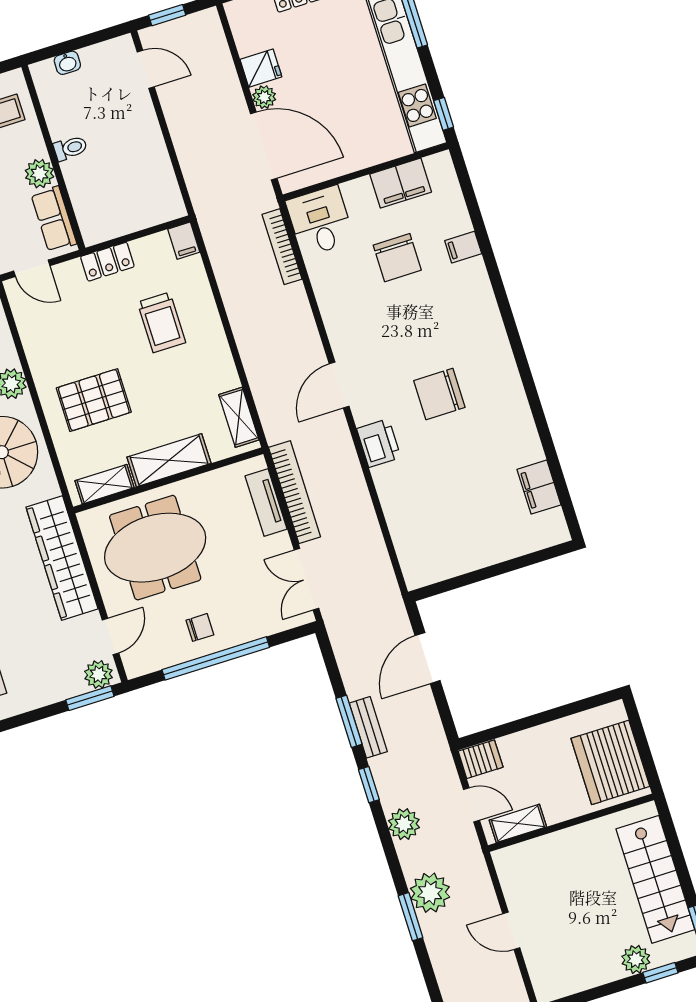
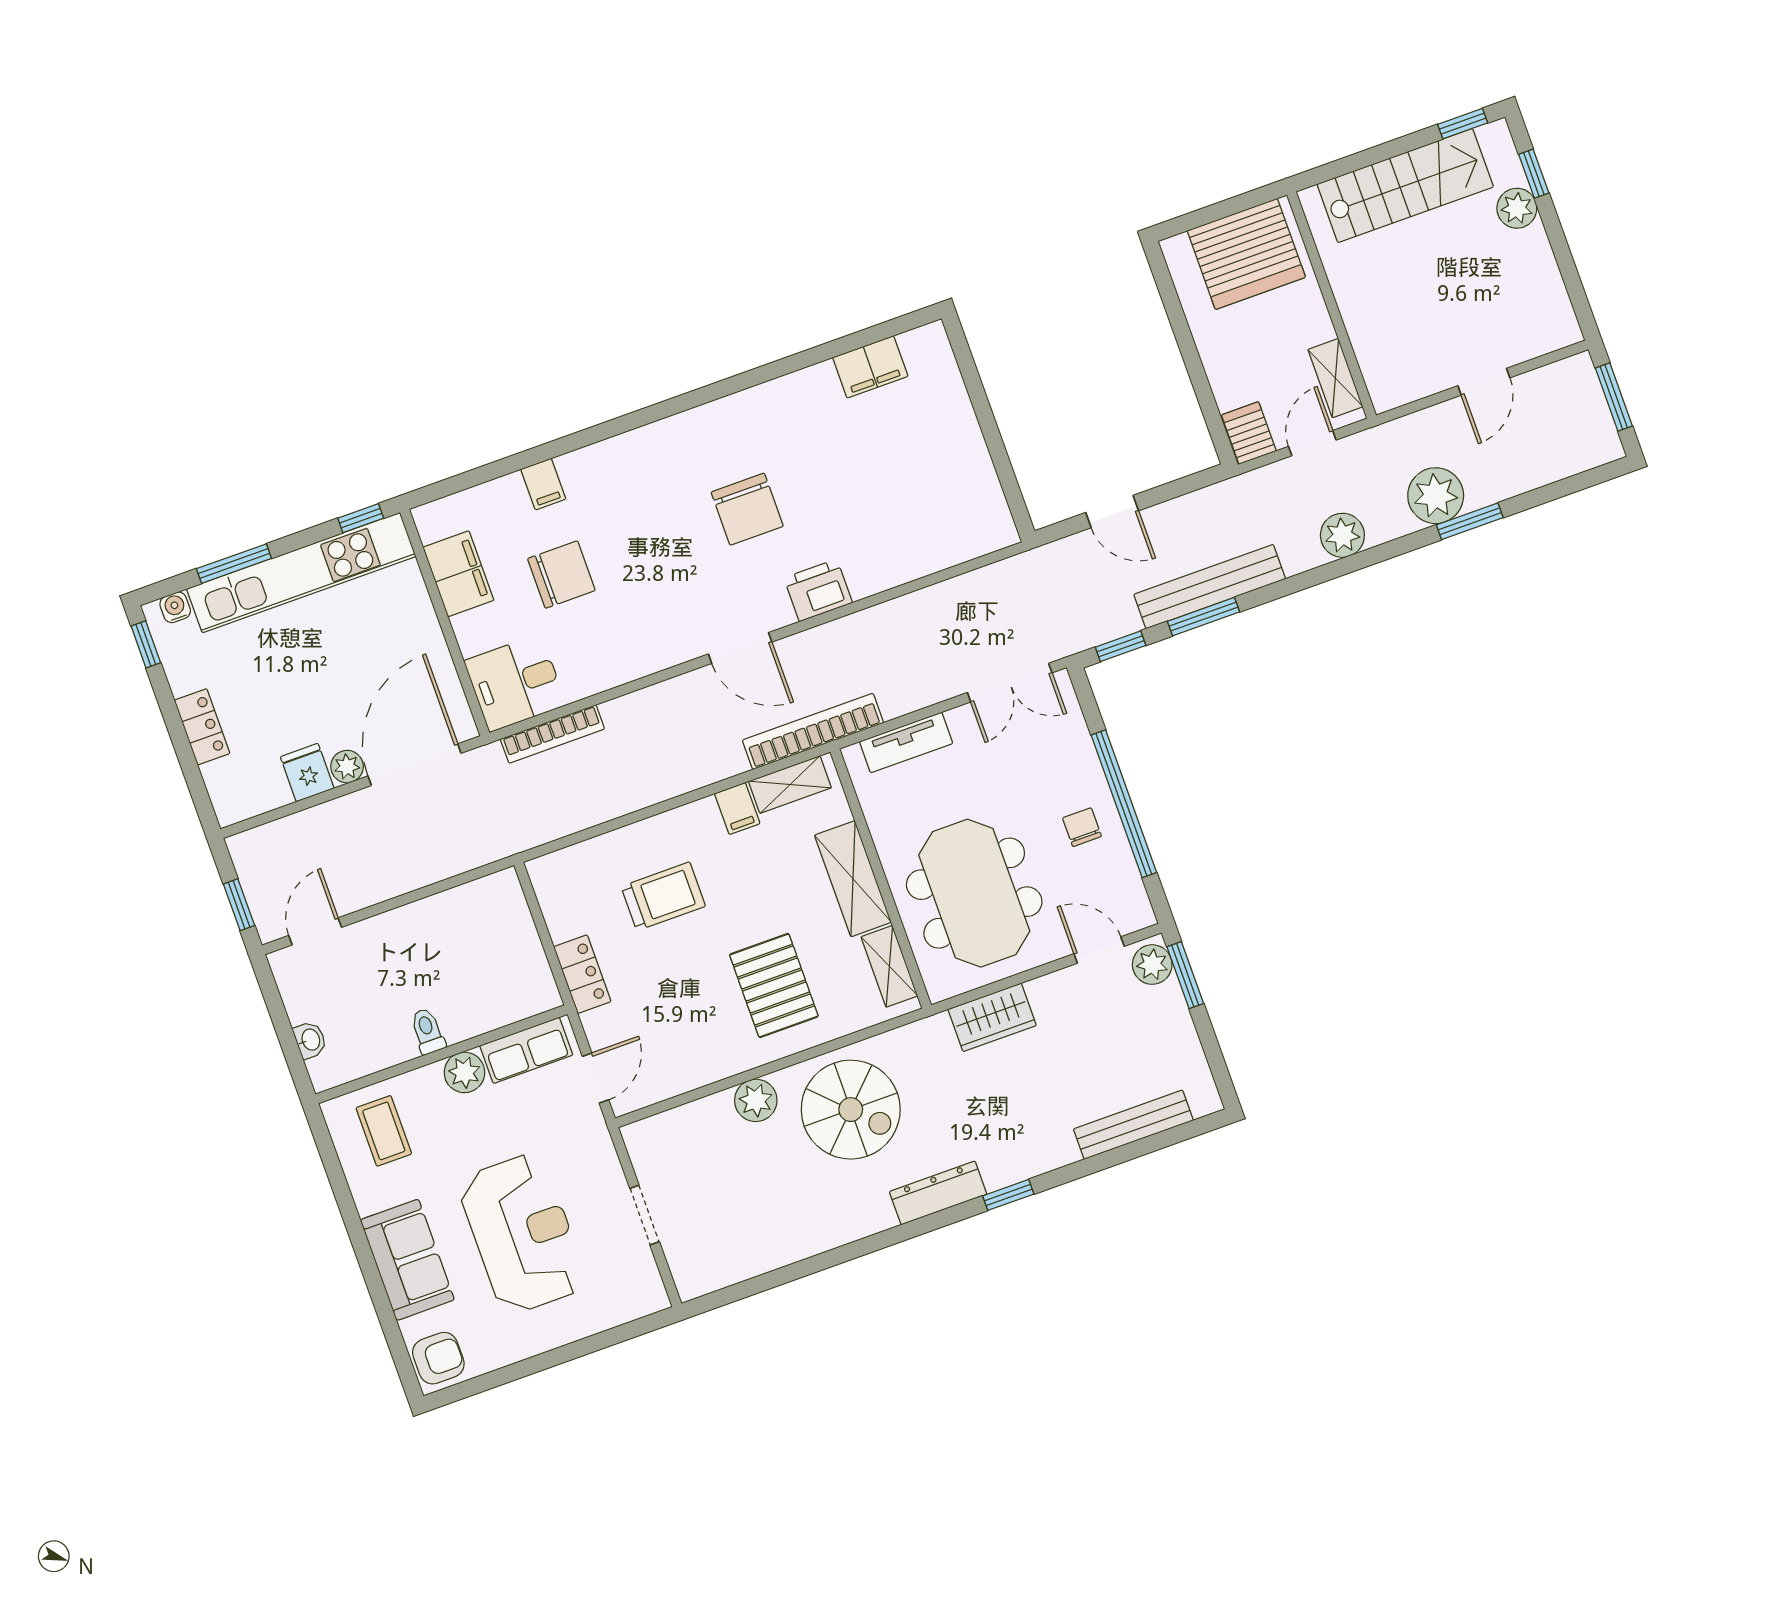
filing cabinet: (184, 241) -> (737, 809), moved, turned 90
bookcase: (295, 492) -> (813, 731), moved
wardrobe: (62, 558) -> (992, 1017), width x0.48, depth x0.85
door: (428, 658) -> (1112, 512), width x0.73
bench: (368, 727) -> (1210, 587), width x1.86, depth x1.21
window: (369, 785) -> (1121, 646), moved

